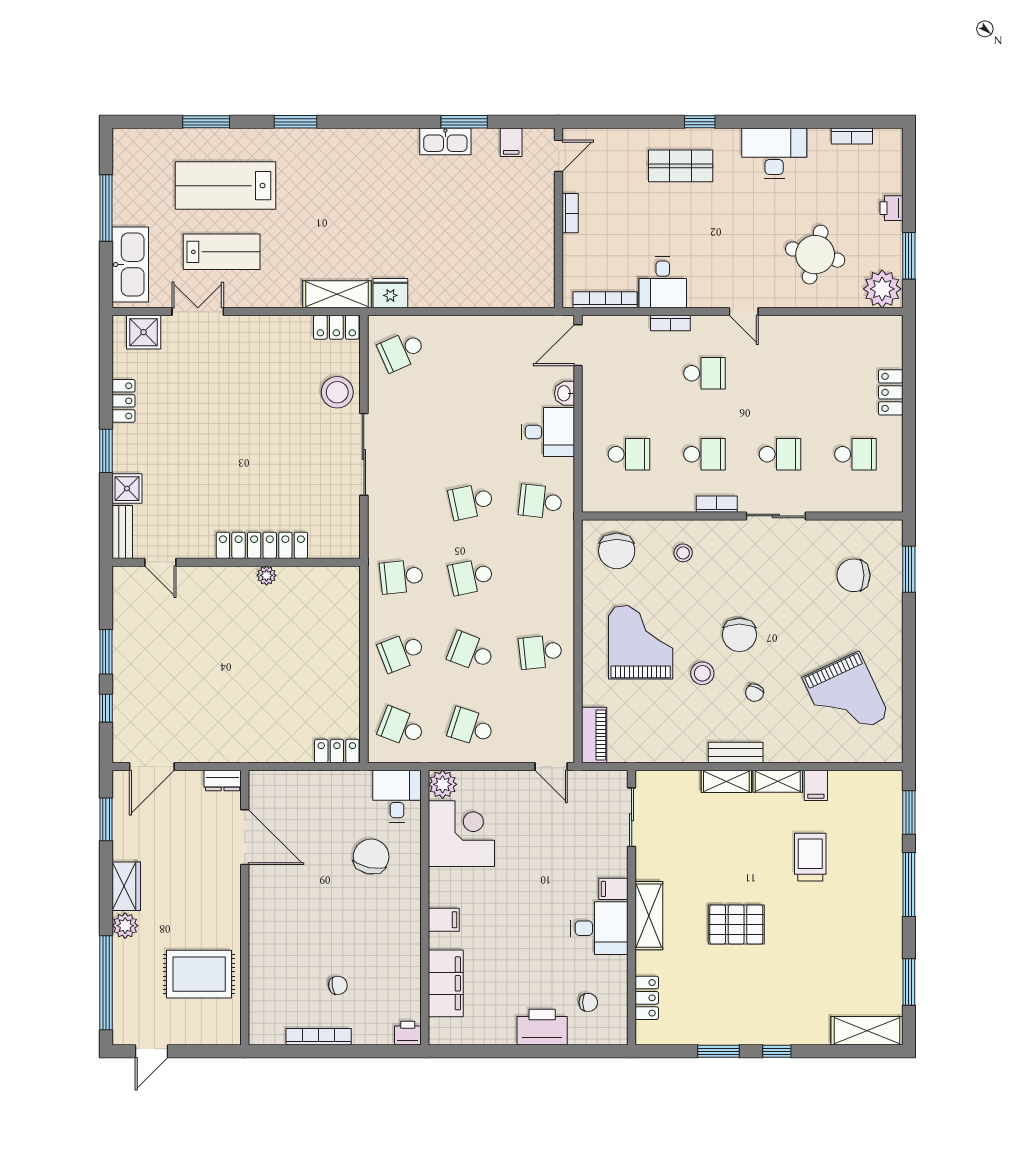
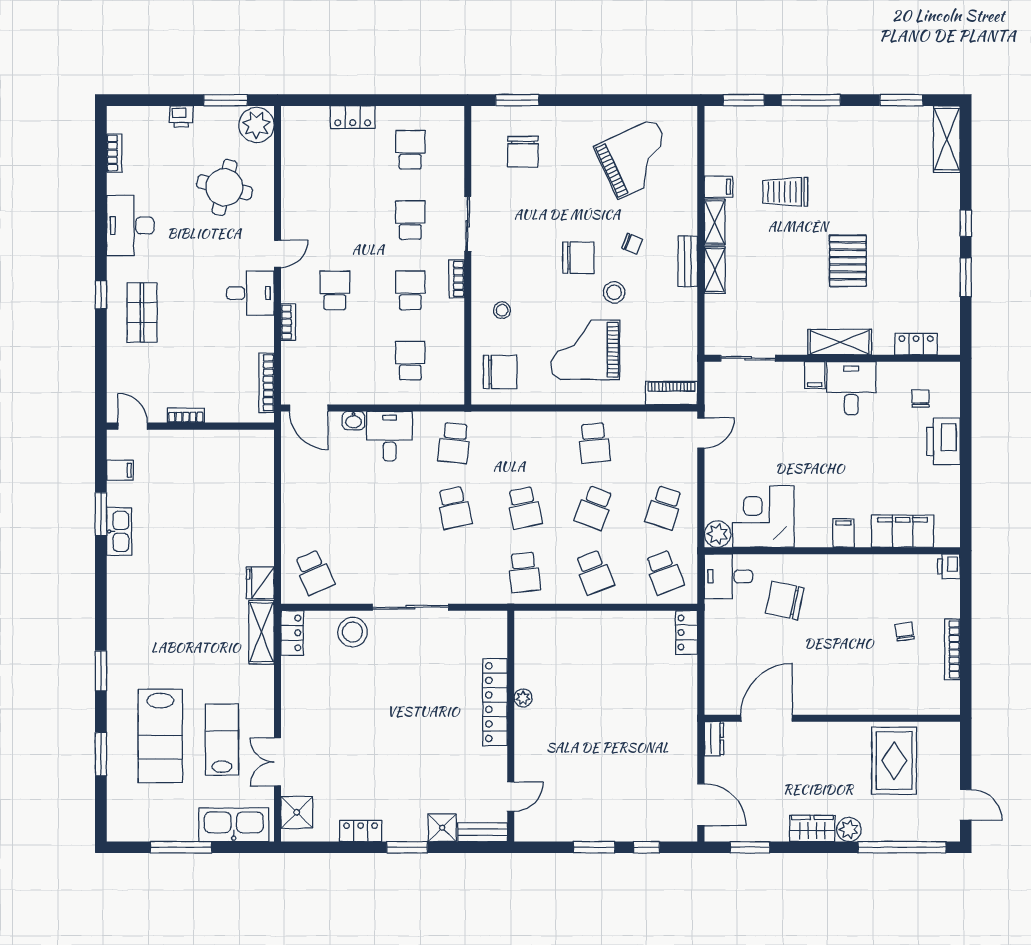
desk: (663, 282) -> (250, 293), moved
school desk: (401, 727) -> (664, 572), turned -42

